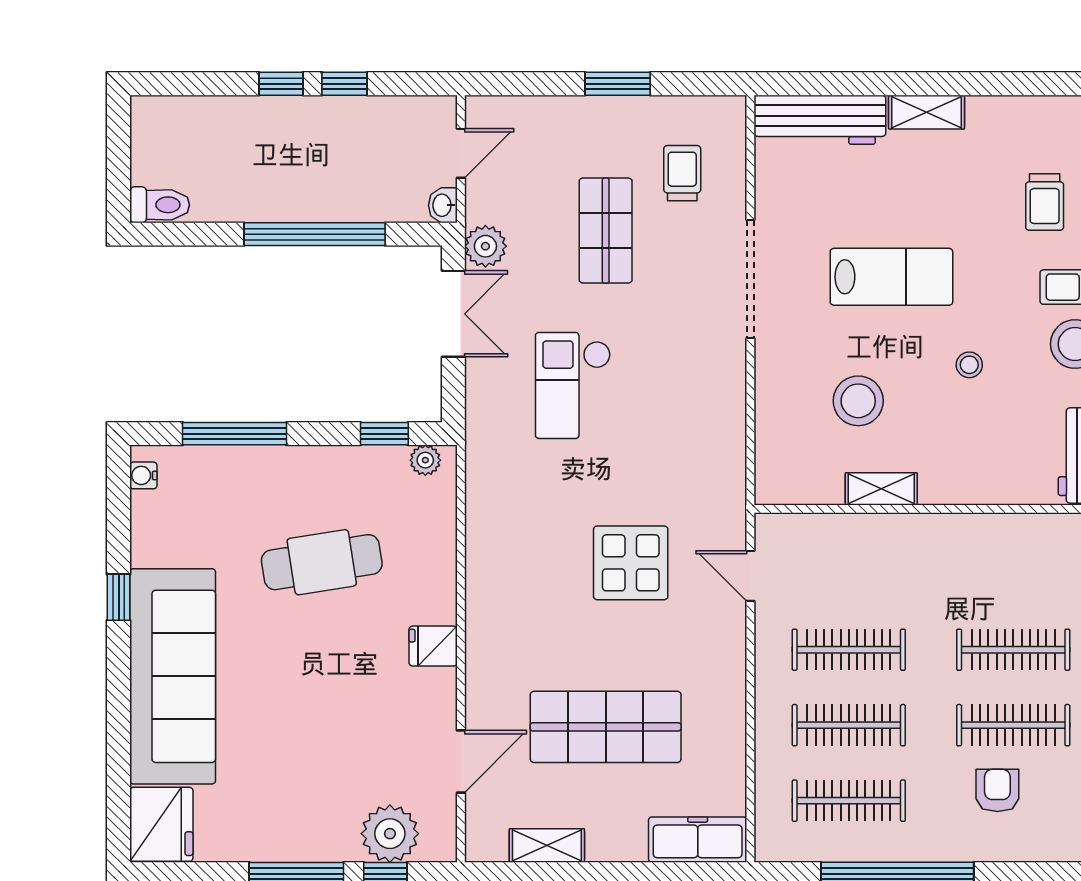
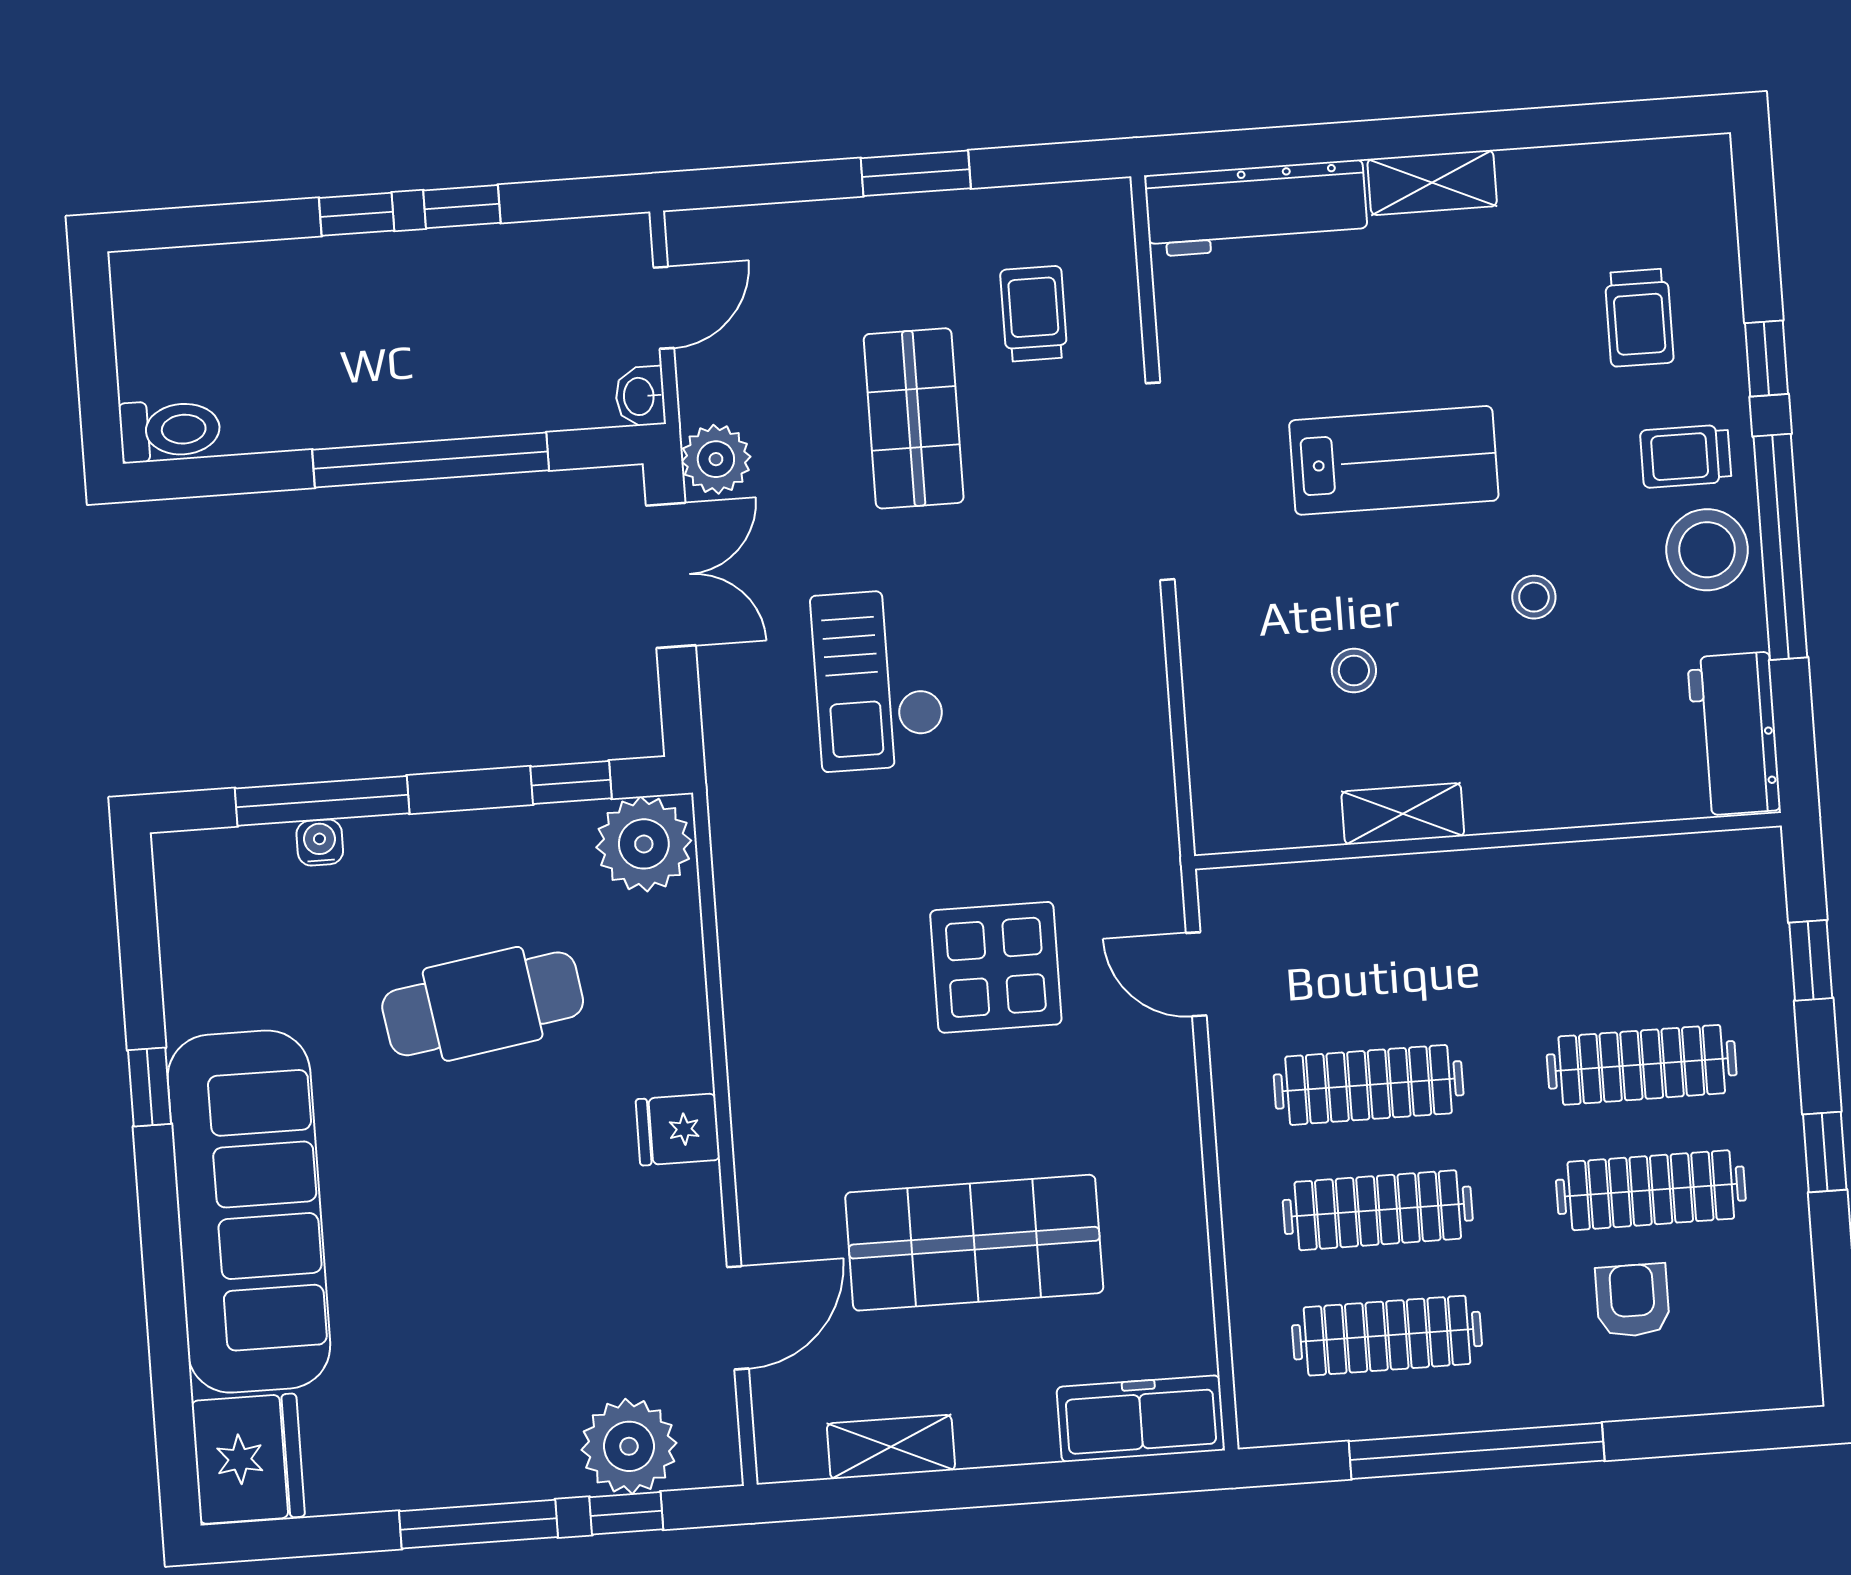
stool: (858, 401) -> (1354, 671), width x0.53, depth x0.53
plant: (425, 460) -> (644, 844), width x1.88, depth x1.88
water cooler: (143, 475) -> (320, 842), moved, turned 90

